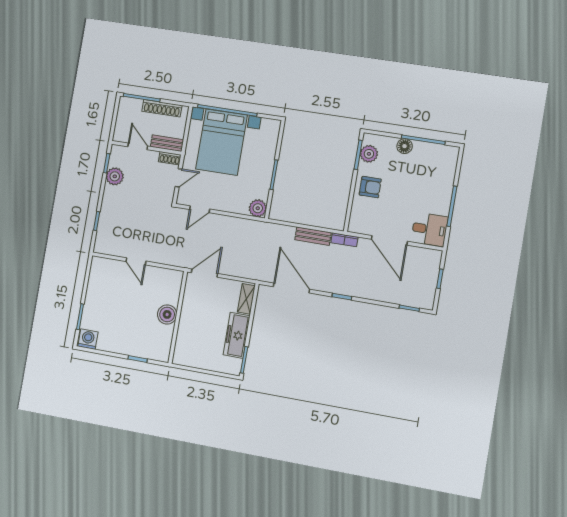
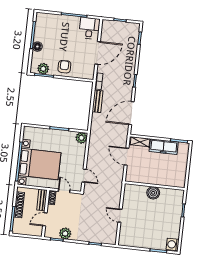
door: (136, 261) -> (120, 216), swing flipped
door: (204, 273) -> (127, 157), moved

